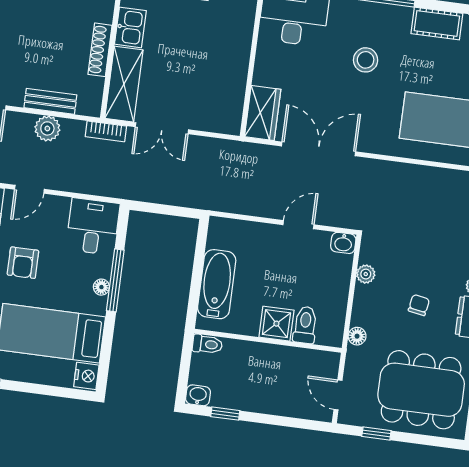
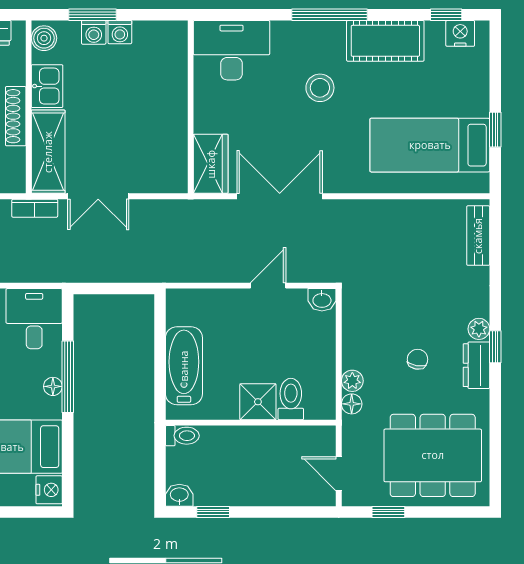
cot: (437, 23) -> (385, 41), width x1.37, depth x1.34
plant: (366, 274) -> (352, 381), moved

